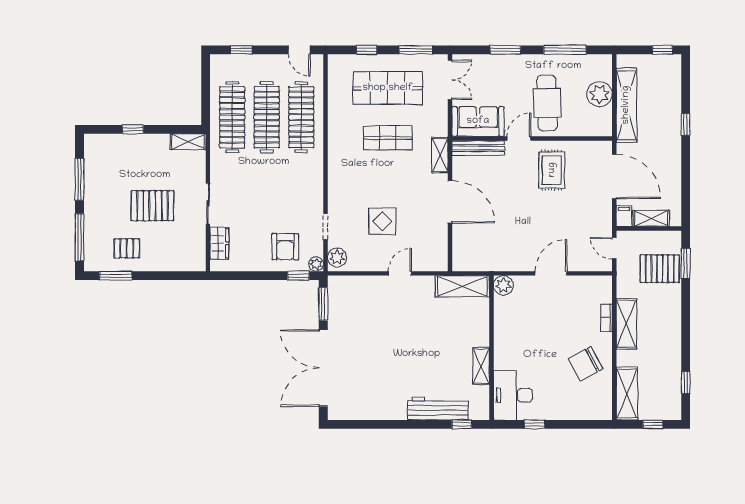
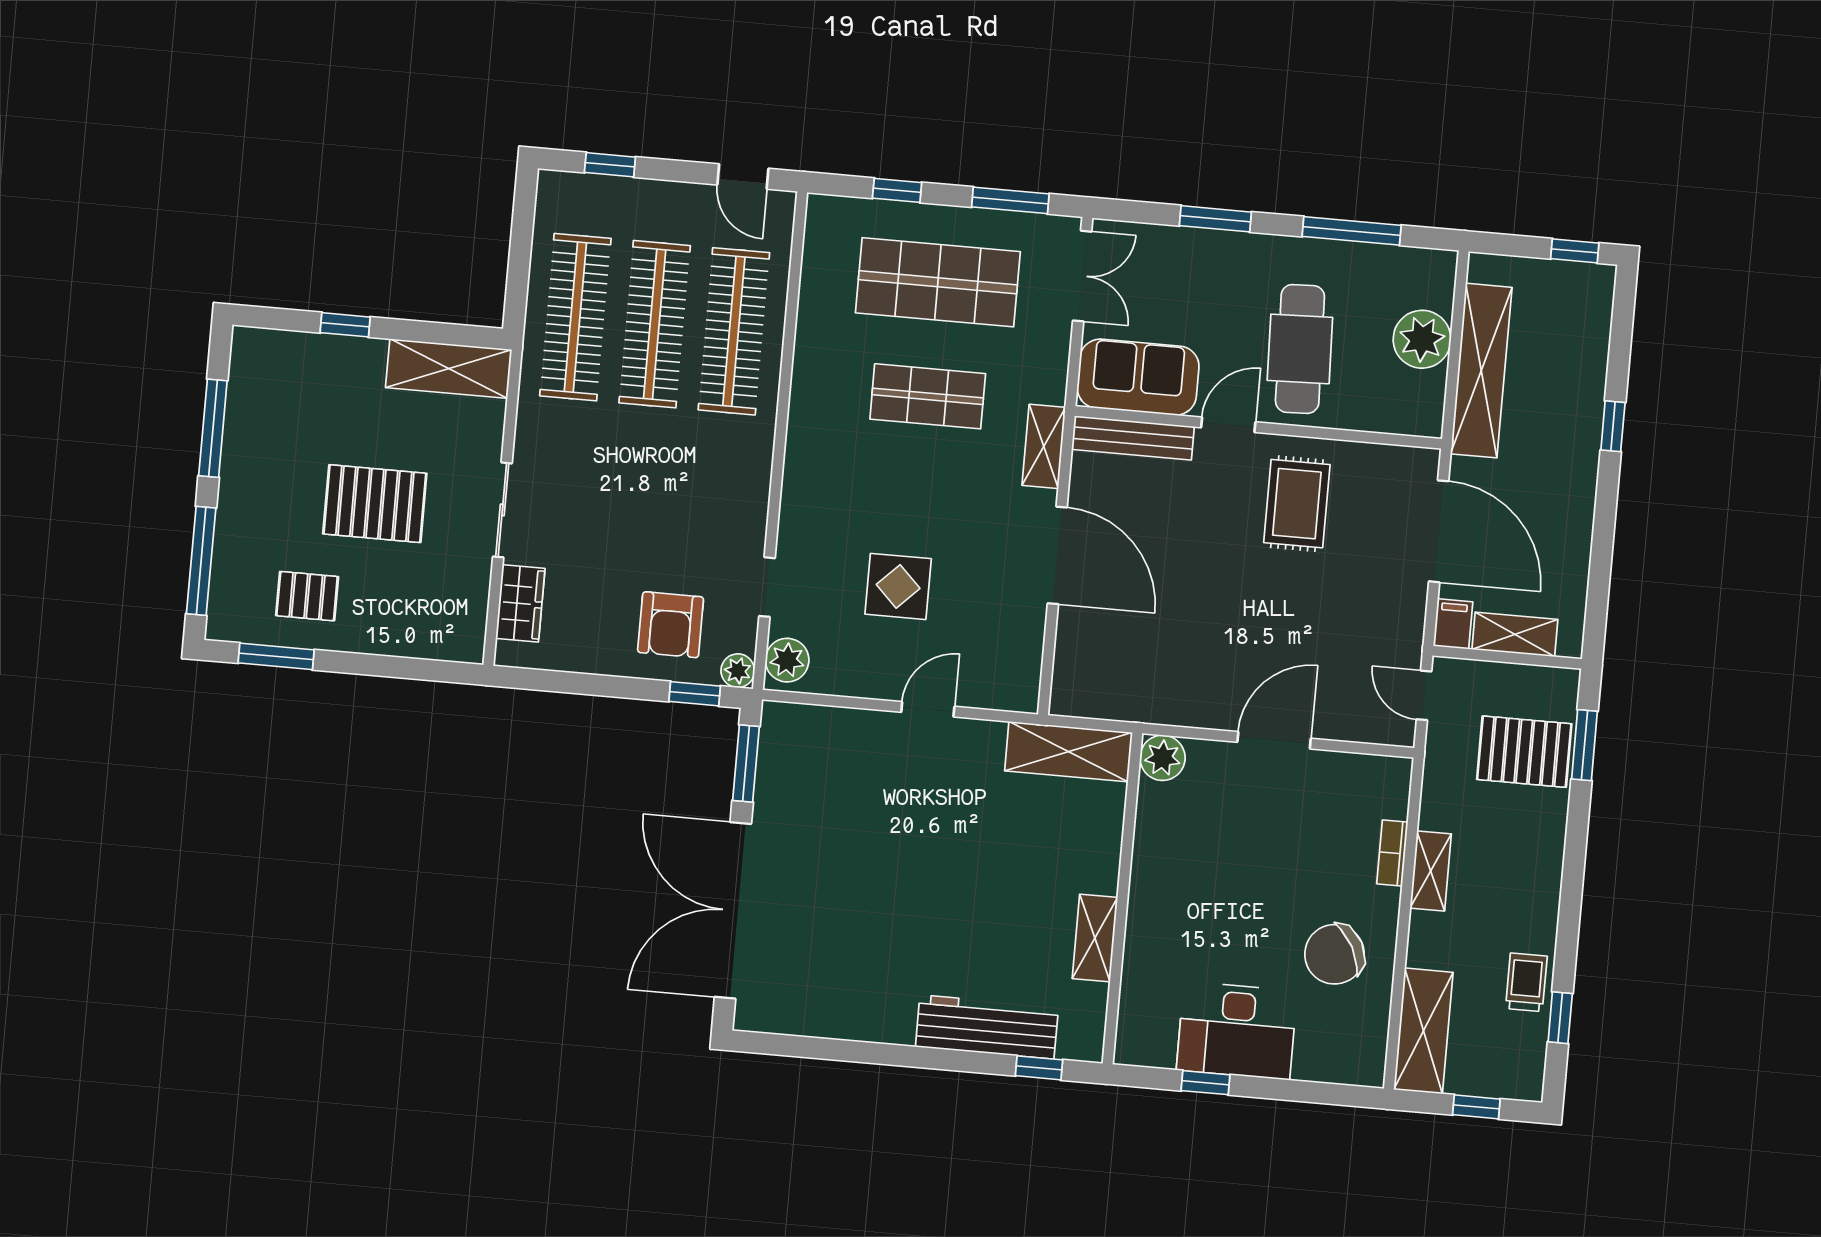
shelving: (188, 142) -> (449, 369), width x1.50, depth x1.33
shelving: (626, 324) -> (1431, 871), width x0.67, depth x0.75
trolley: (670, 368) -> (1526, 982), added
desk: (513, 395) -> (1237, 1031), moved, turned -90

